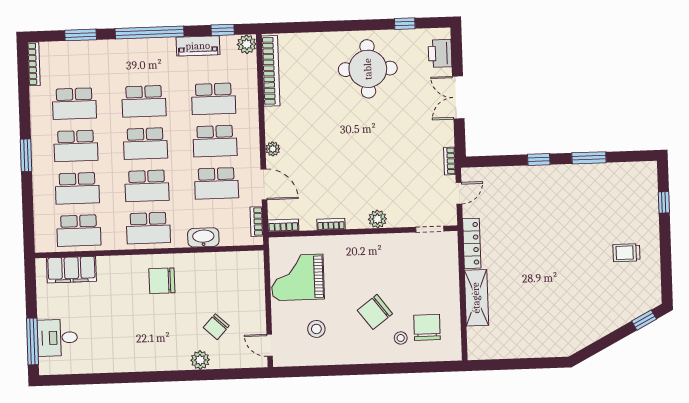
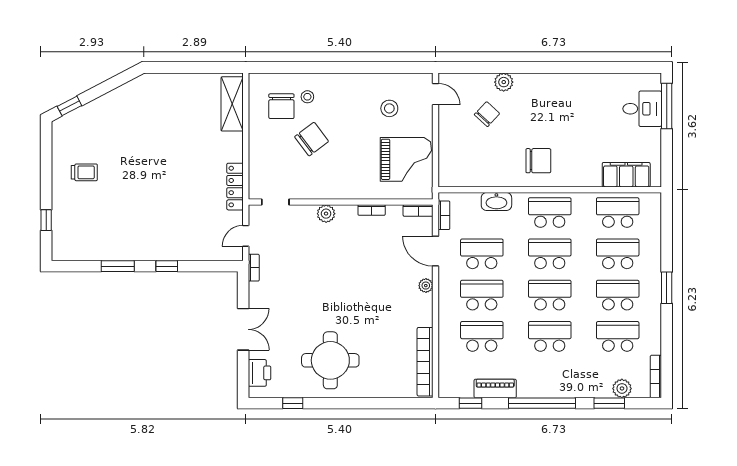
plant: (247, 44) -> (622, 388), moved
shelving: (476, 298) -> (232, 104), moved
chair: (375, 312) -> (312, 139), moved

